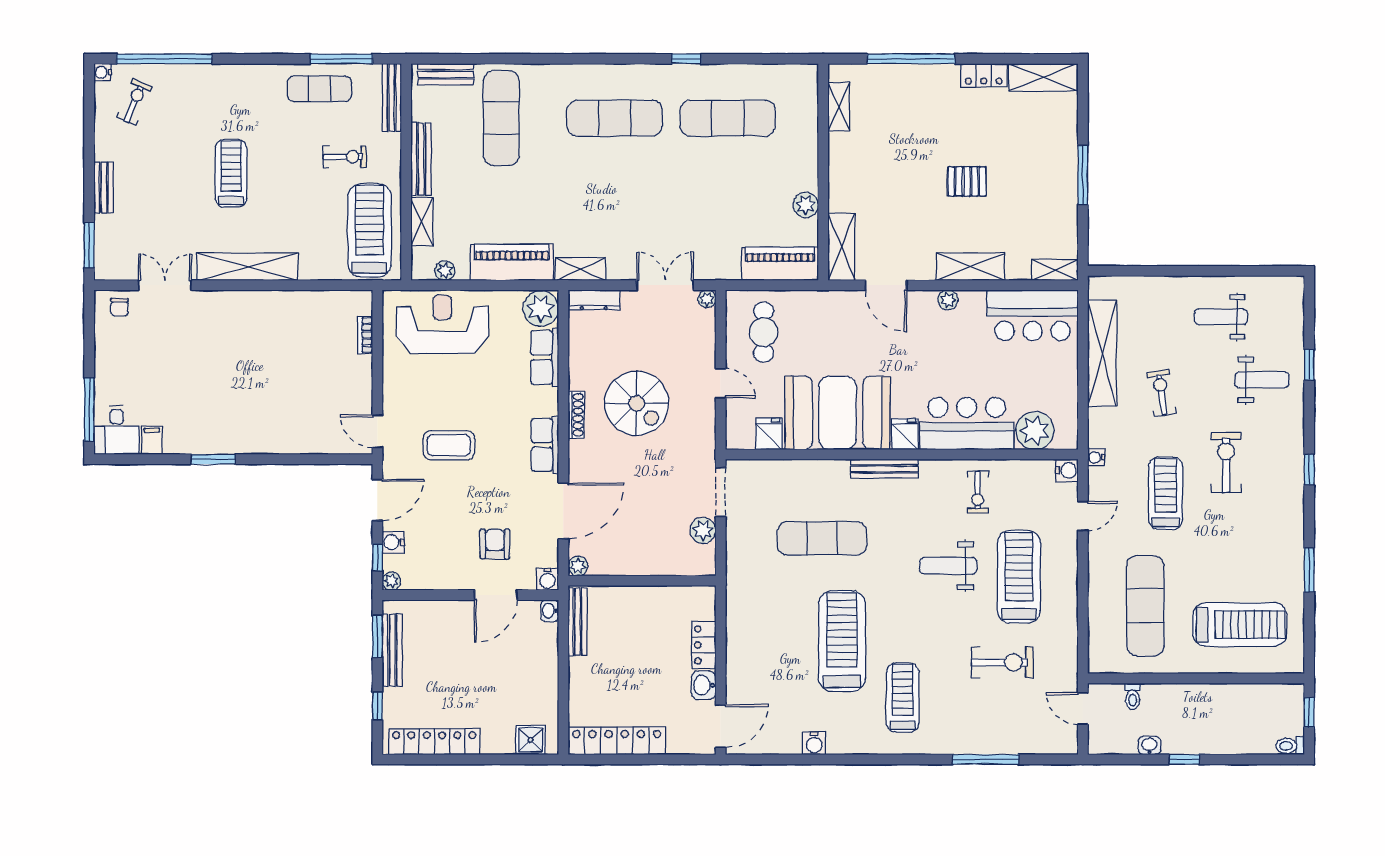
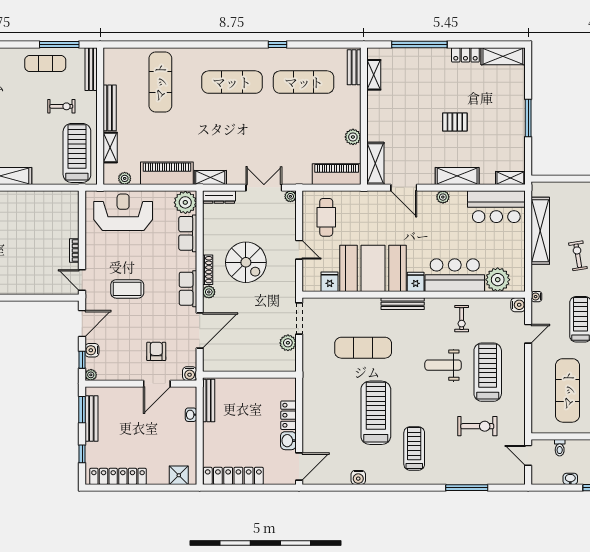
bench: (446, 74) -> (354, 67), moved, turned 90
bookcase: (365, 335) -> (74, 250), moved
plant: (578, 566) -> (209, 292), moved
washbasin: (550, 611) -> (191, 415), moved

